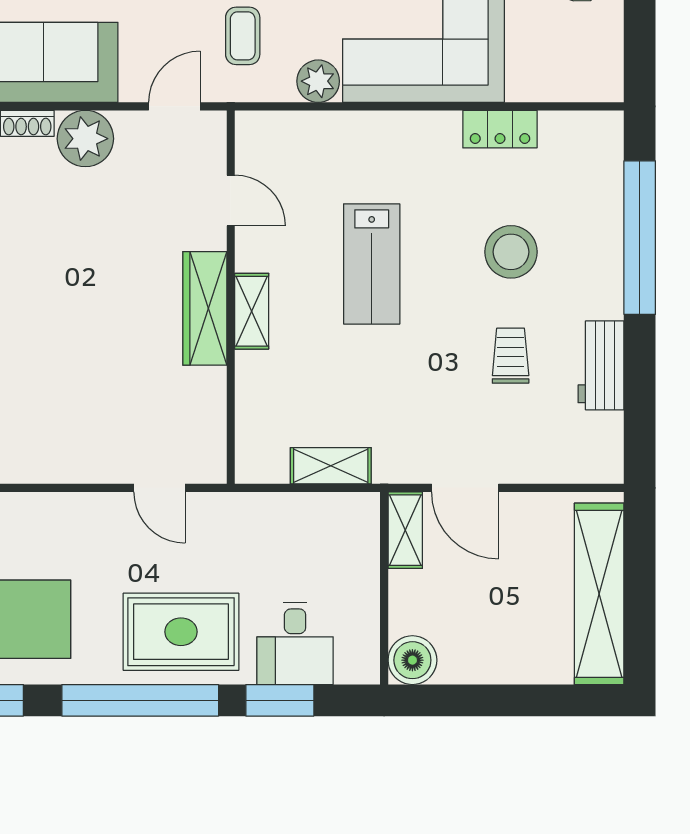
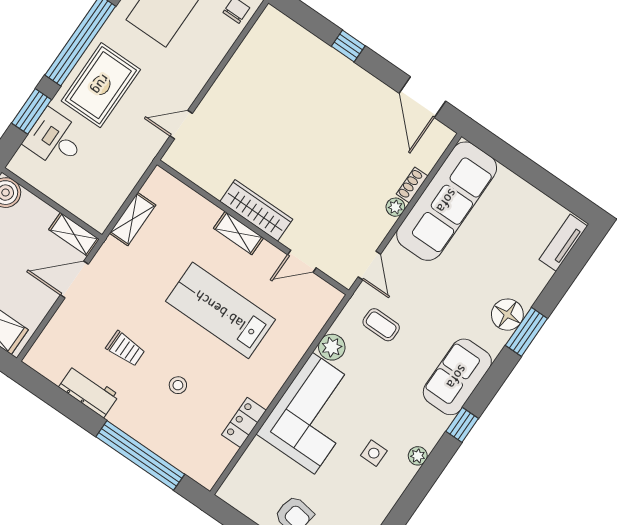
plant: (85, 139) -> (395, 207), width x0.53, depth x0.53
stool: (511, 252) -> (178, 385), width x0.53, depth x0.53
lab bench: (372, 264) -> (220, 310), width x1.36, depth x1.39

